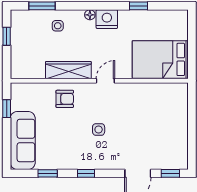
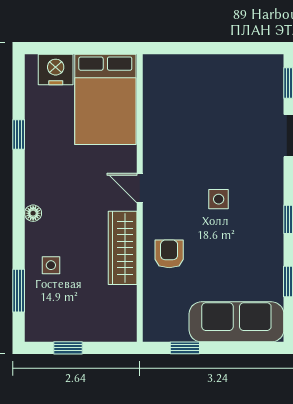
nightstand: (107, 19) -> (56, 70), moved, turned 90

